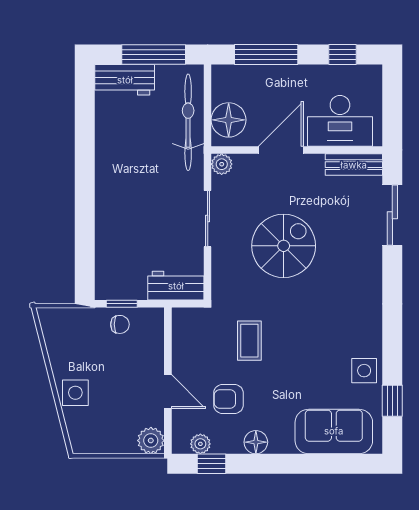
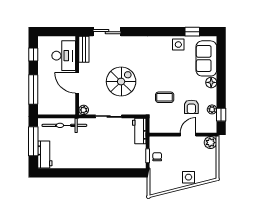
floor lamp: (229, 120) -> (63, 107), removed
spiral stairs: (284, 246) -> (121, 82), turned 90
floor lamp: (256, 442) -> (211, 82), moved
plant: (200, 444) -> (212, 109), moved

